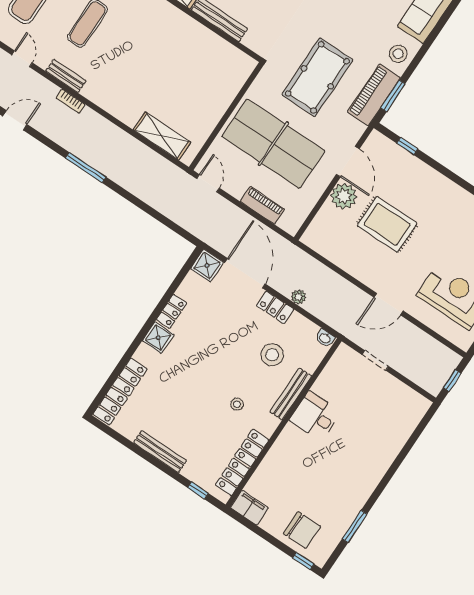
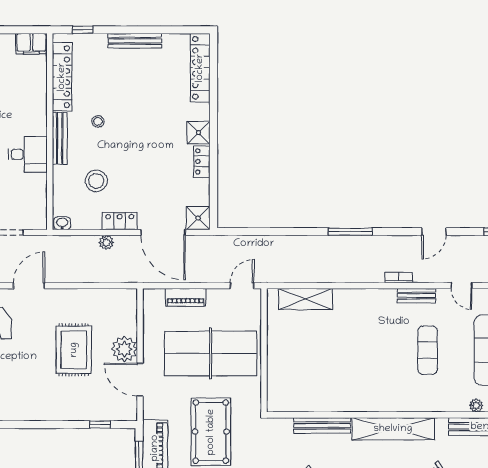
door: (208, 183) -> (242, 286), swing flipped
rug: (387, 224) -> (74, 350), turned 90
bench: (291, 394) -> (60, 138), moved

